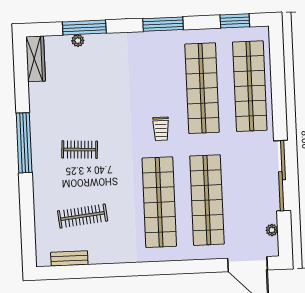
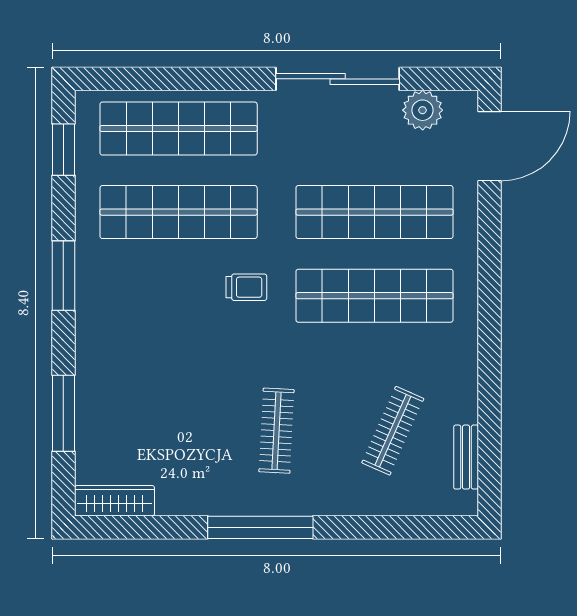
plant: (78, 41) -> (86, 426), removed
clothes rail: (80, 150) -> (277, 431), width x1.36
clothes rail: (83, 216) -> (393, 431), turned 30
plant: (272, 230) -> (423, 110), width x1.87, depth x1.87

